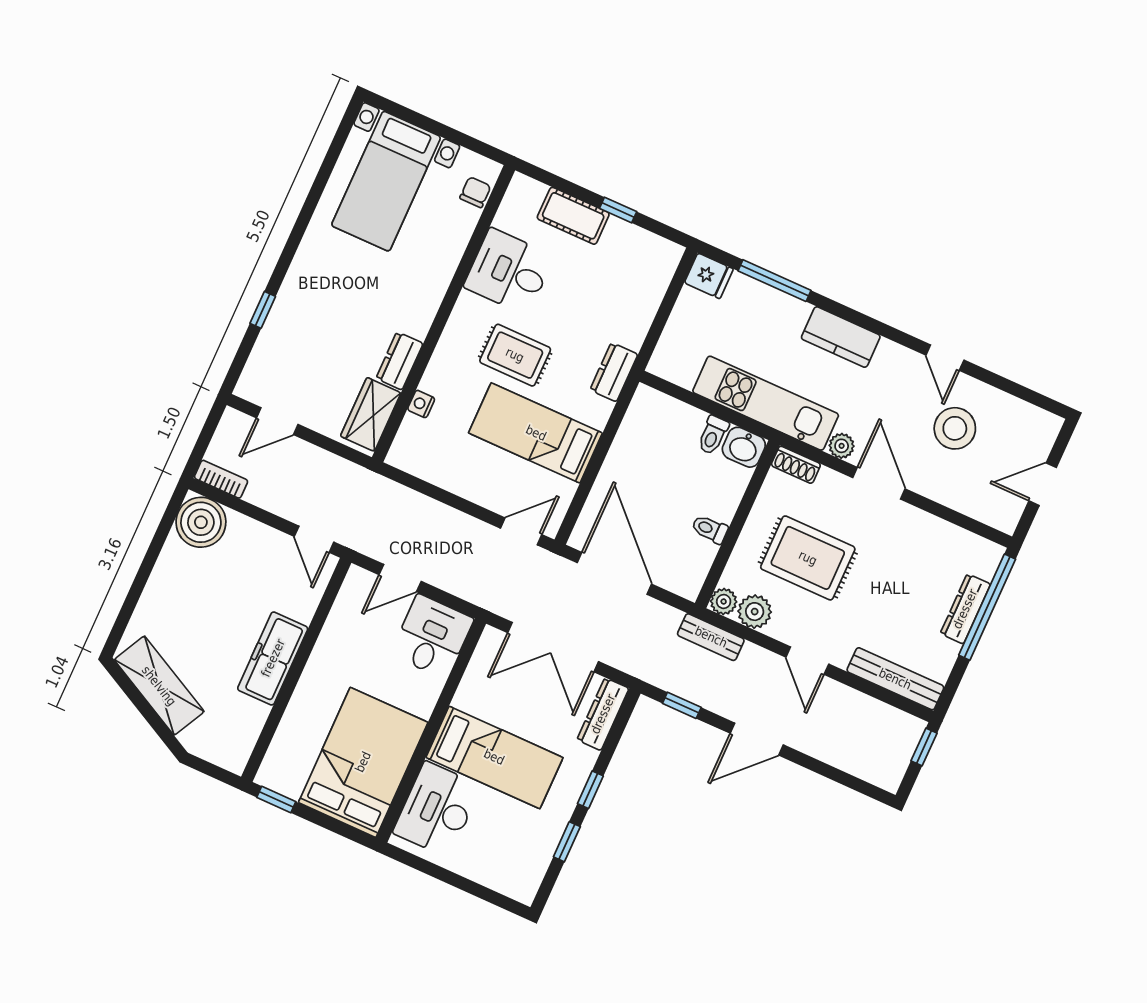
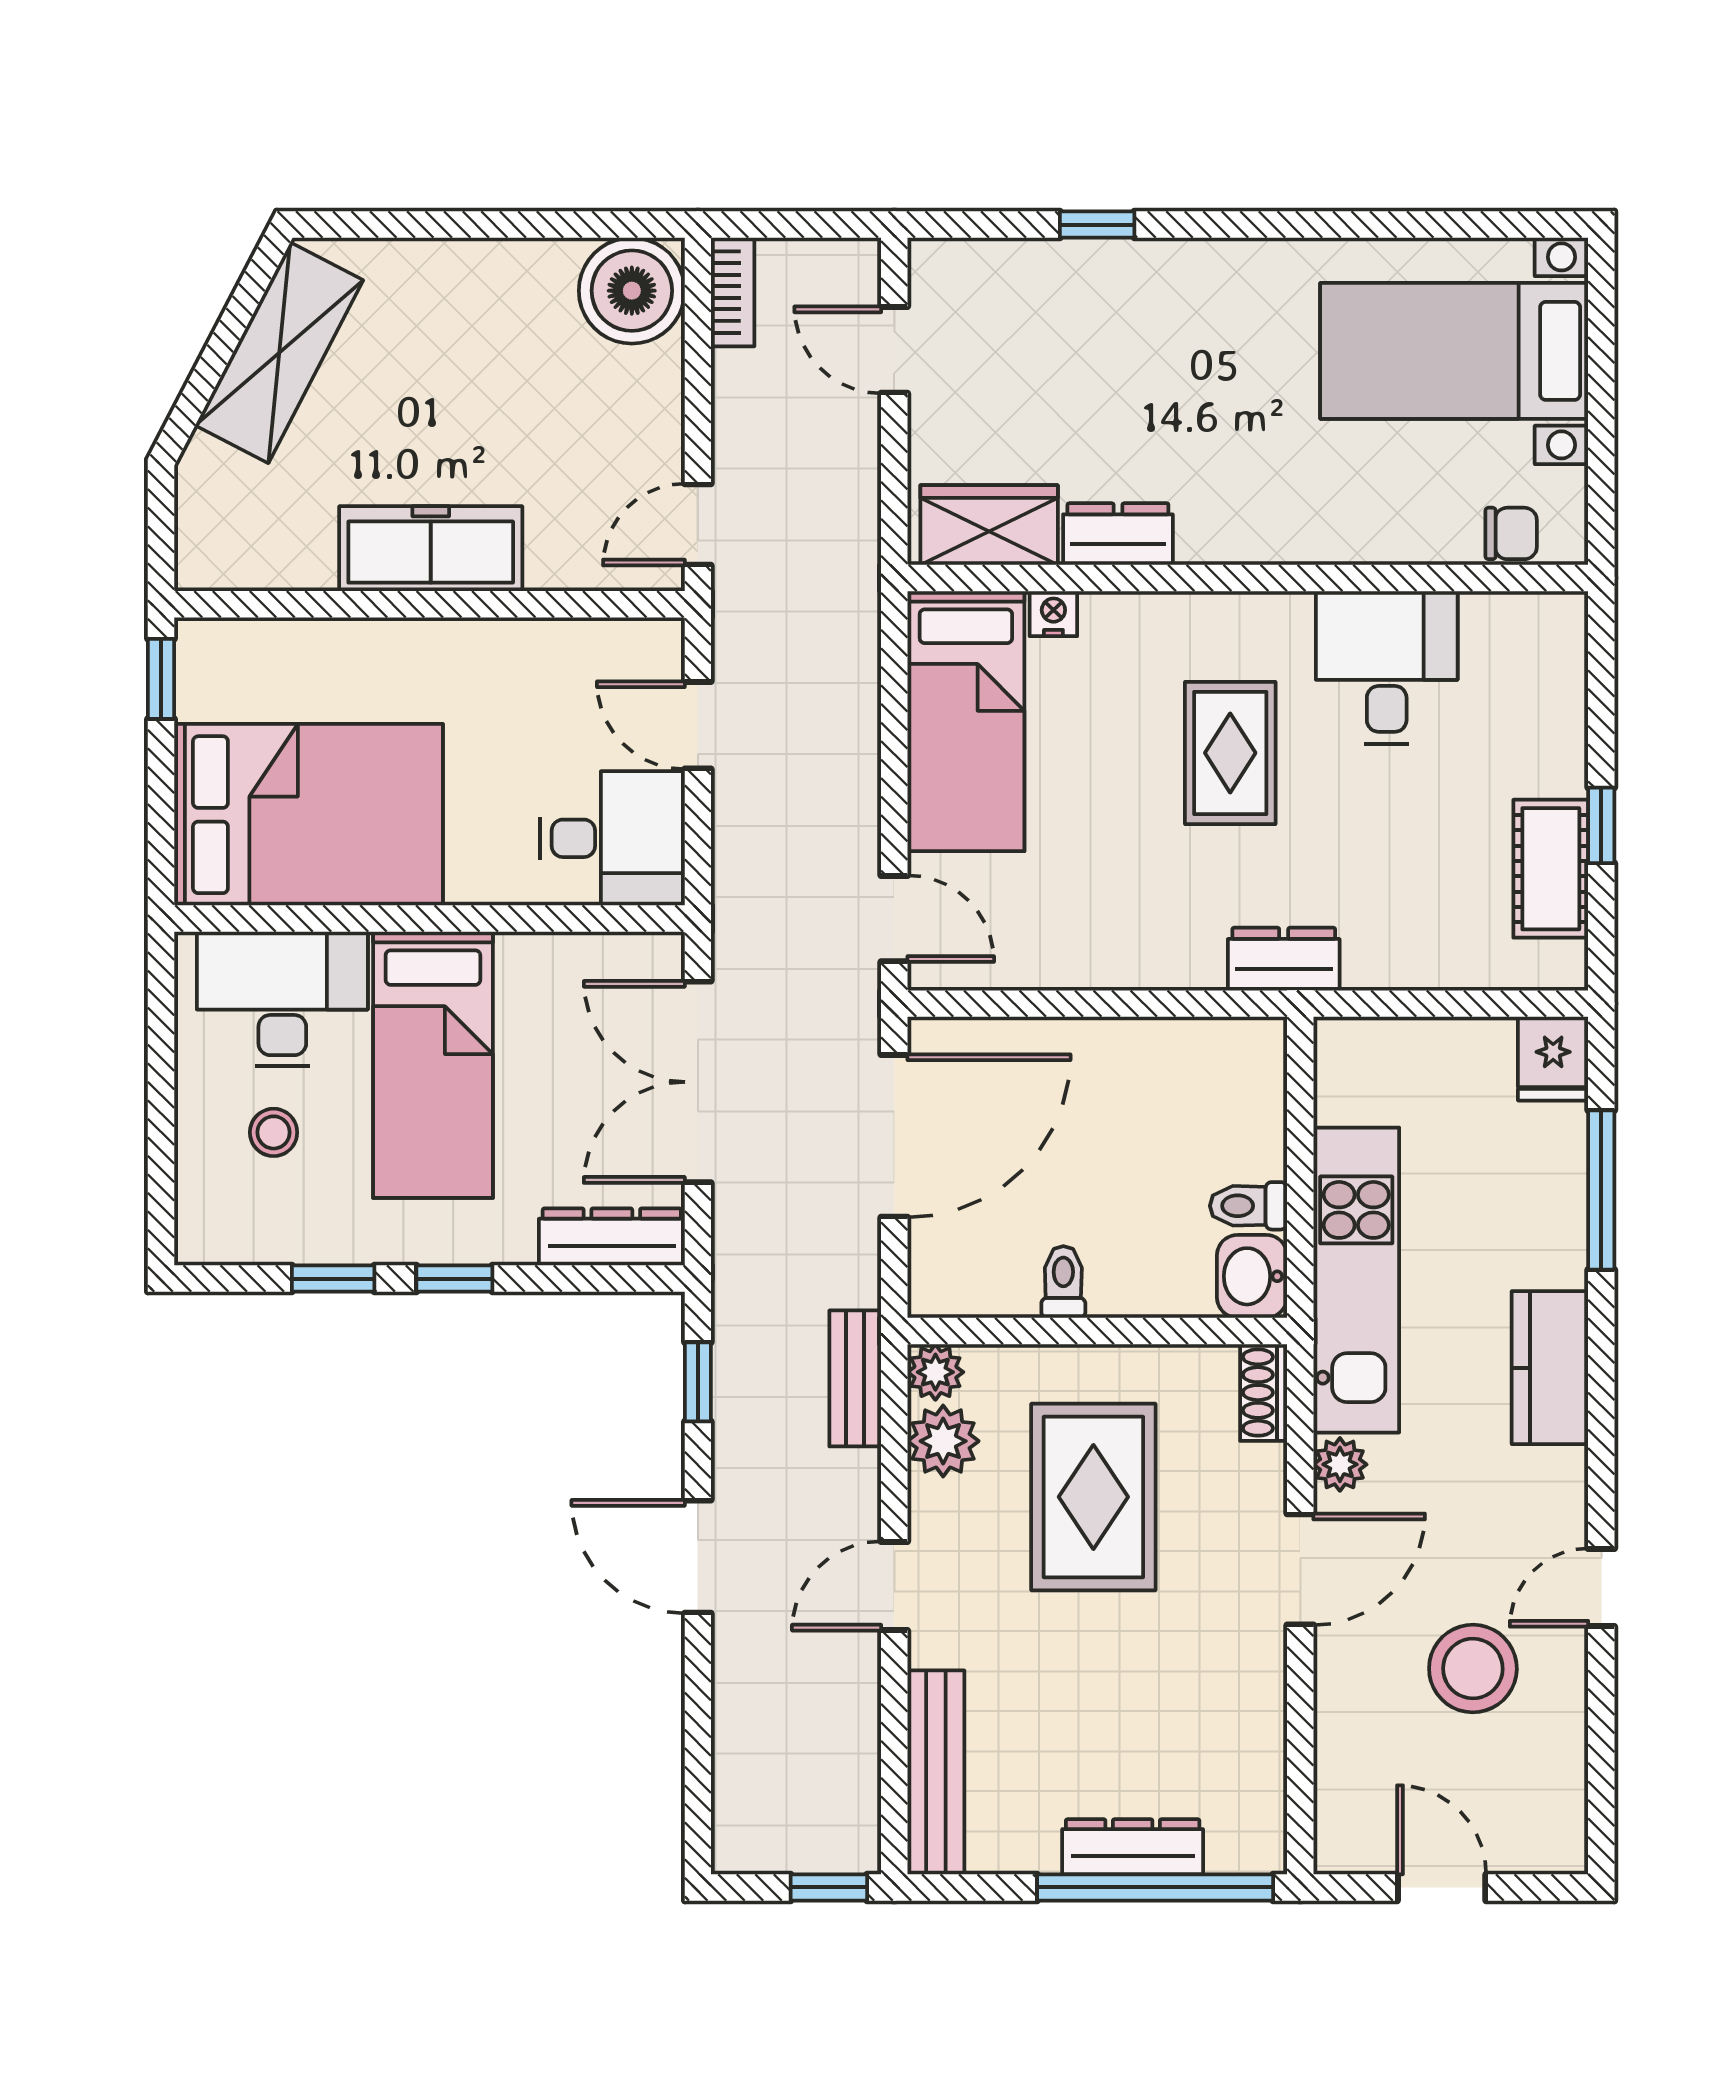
cot: (573, 216) -> (1551, 869), moved
bed: (536, 433) -> (966, 721), moved, turned 180
stool: (493, 839) -> (274, 1132), added

